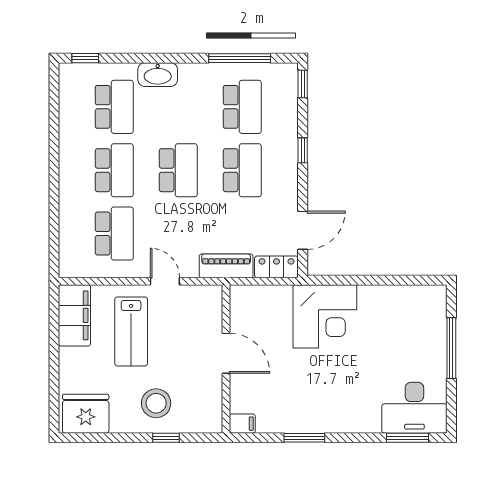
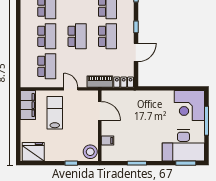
door: (303, 230) -> (136, 52), moved
corner desk: (325, 316) -> (189, 106), moved, turned 90
lab bench: (131, 331) -> (55, 113), turned 180
door: (226, 353) -> (100, 111), moved
stool: (156, 403) -> (90, 152), moved
desk: (414, 408) -> (183, 145), width x1.36, depth x1.30
filing cabinet: (242, 424) -> (107, 141), moved

